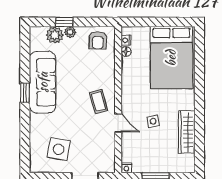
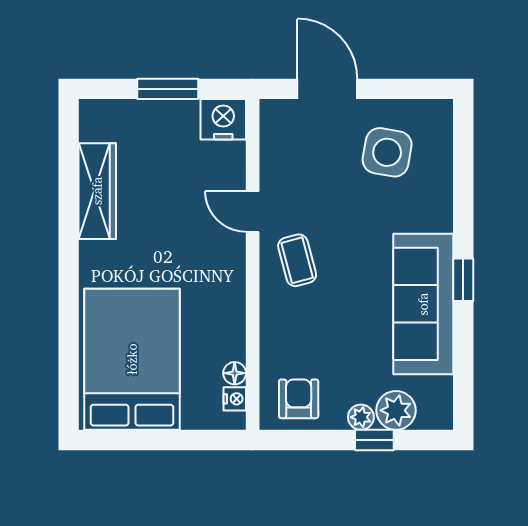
side table: (153, 121) -> (173, 215), removed
nightstand: (126, 168) -> (223, 119), width x1.89, depth x1.79

